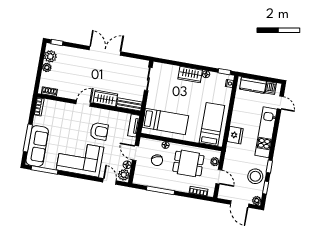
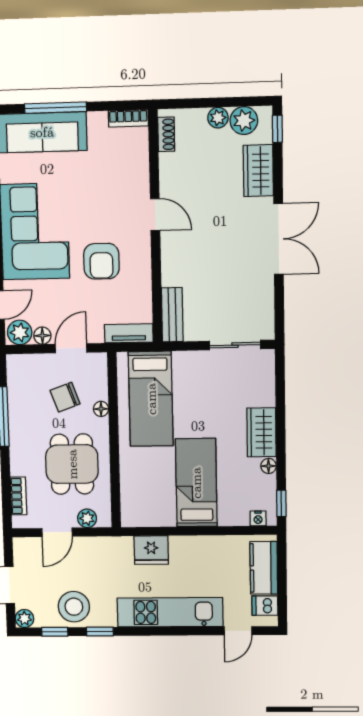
wardrobe: (105, 98) -> (258, 171), moved, turned 180
bed: (212, 124) -> (196, 483), moved, turned -90

